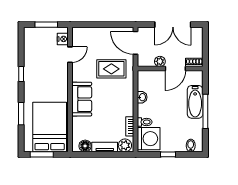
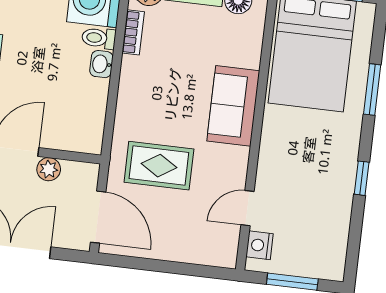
washbasin: (142, 97) -> (101, 64), moved

